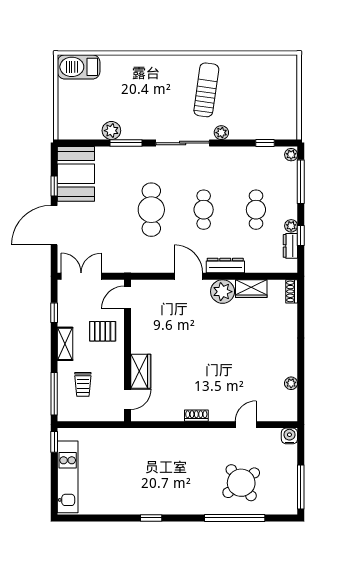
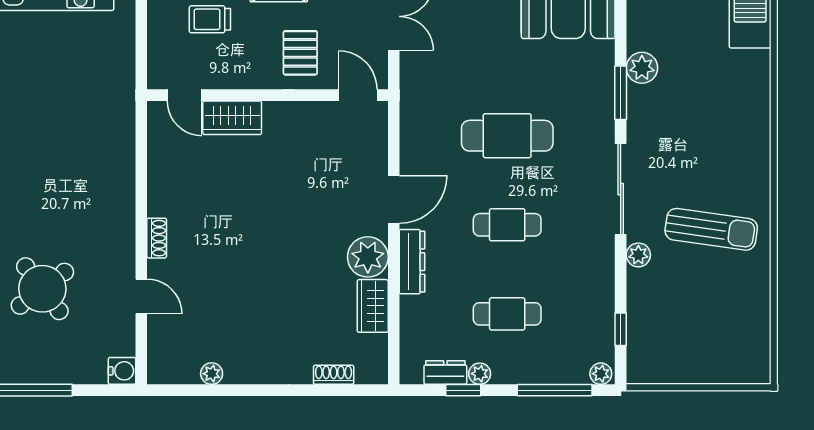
shoe rack: (292, 291) -> (334, 375), moved
shoe rack: (196, 416) -> (157, 238), moved

